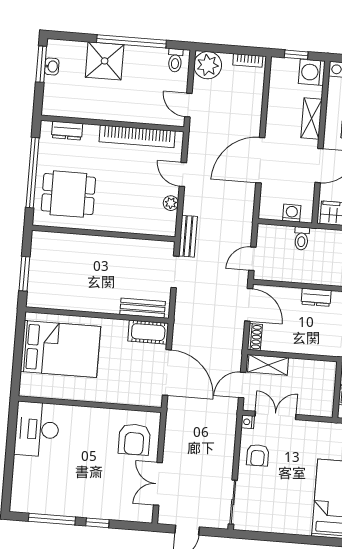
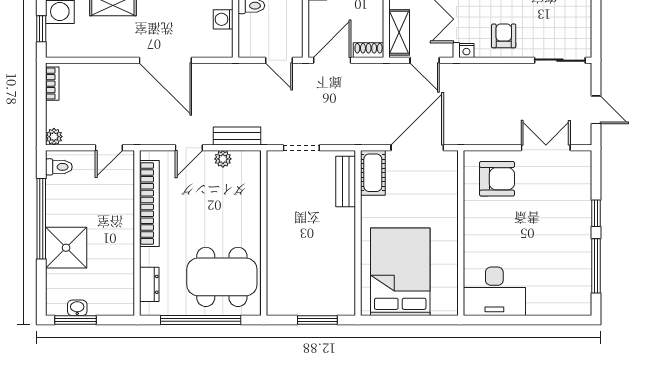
plant: (208, 65) -> (54, 137), width x0.53, depth x0.53
dining table: (68, 194) -> (222, 277), width x1.38
bench: (188, 236) -> (237, 136), moved
armchair: (258, 455) -> (504, 36), turned -90
double door: (158, 484) -> (546, 148), swing flipped

